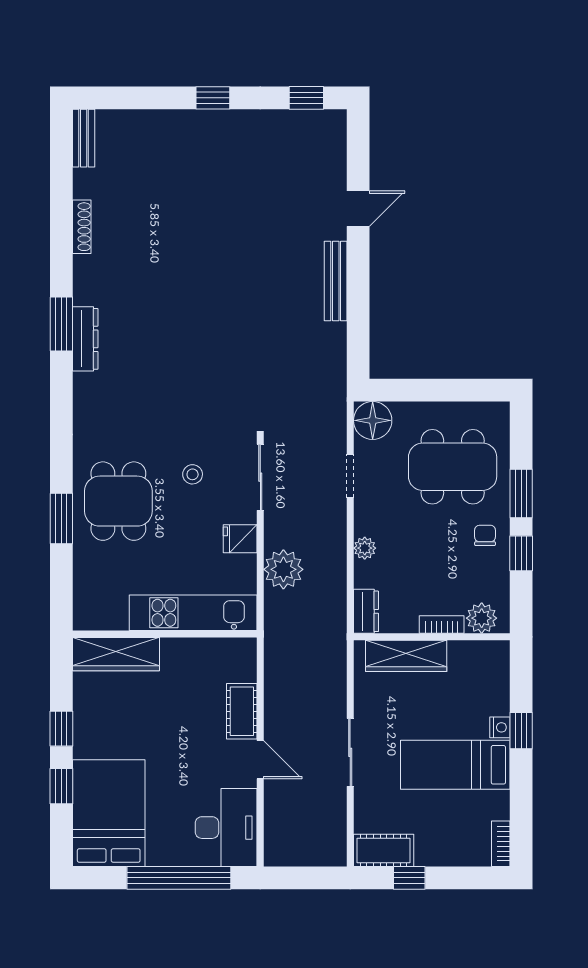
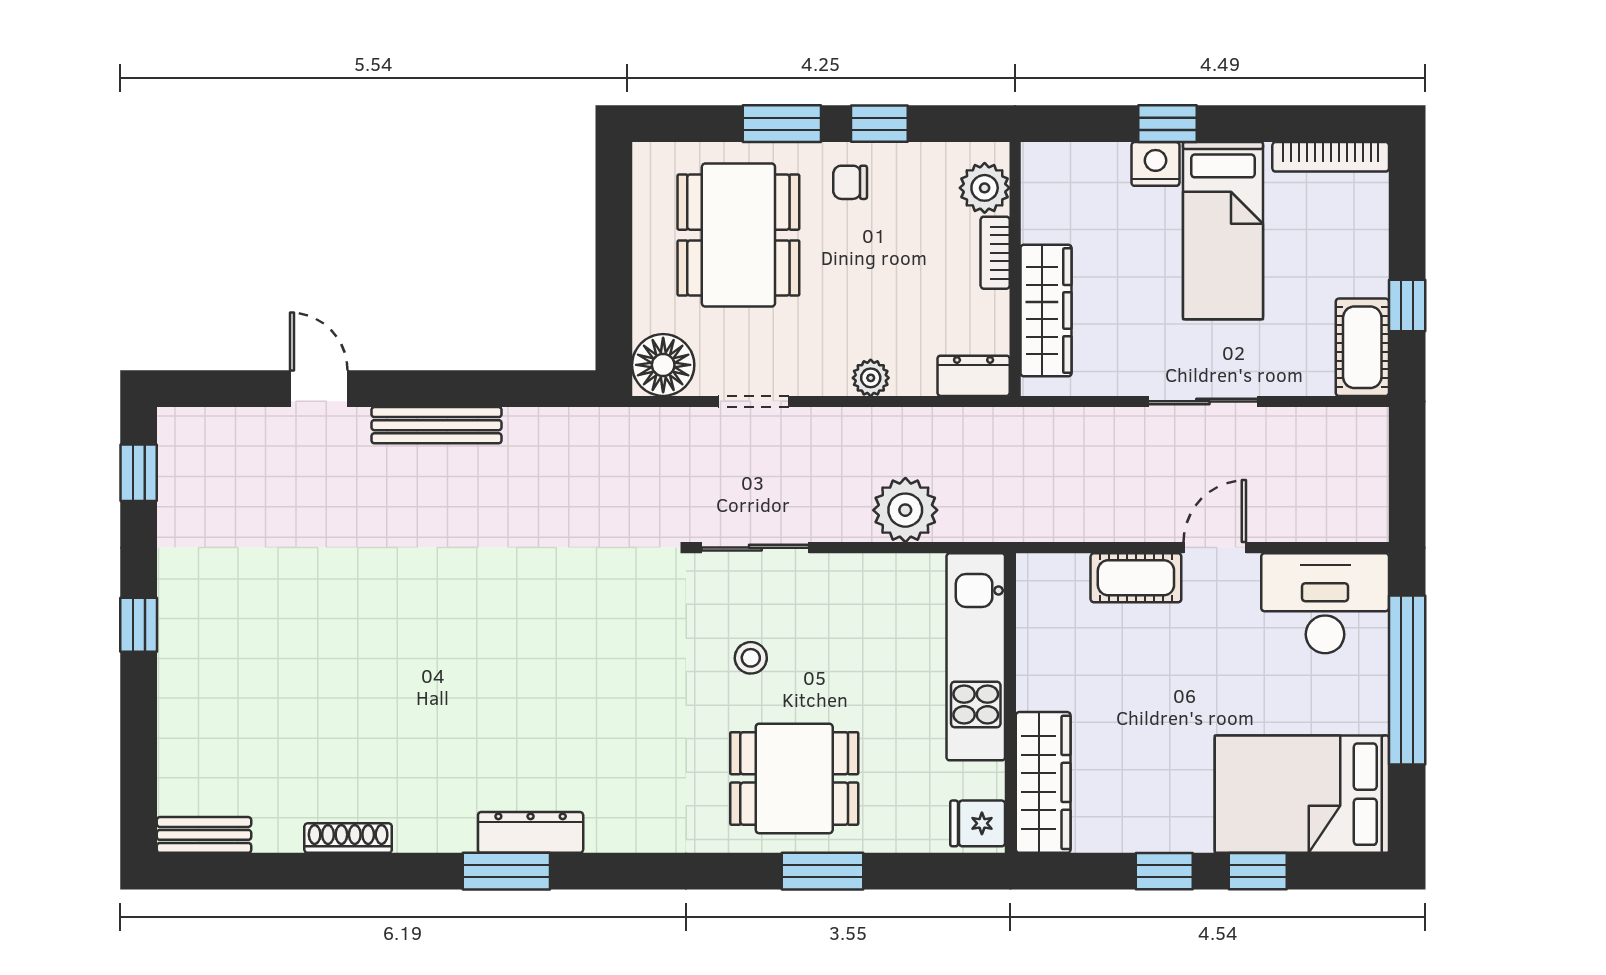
fridge: (240, 539) -> (978, 823), moved, turned 90
nightstand: (500, 727) -> (1155, 164), width x1.39, depth x1.35
bookcase: (501, 844) -> (1331, 157), width x1.56

